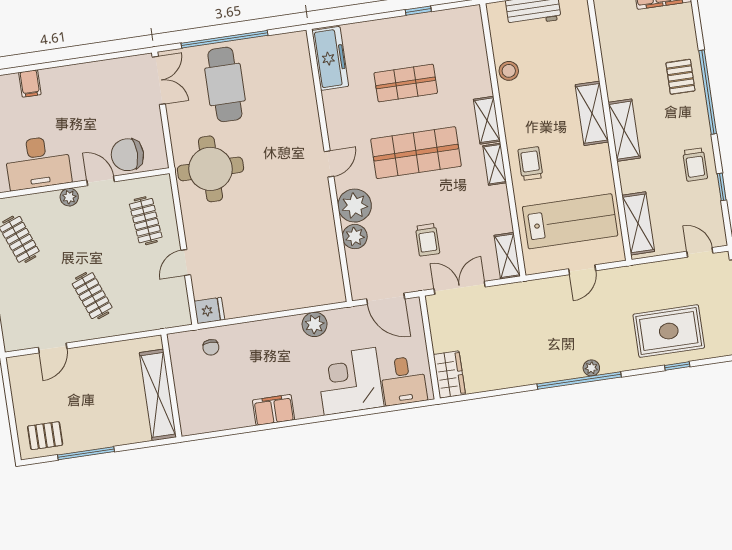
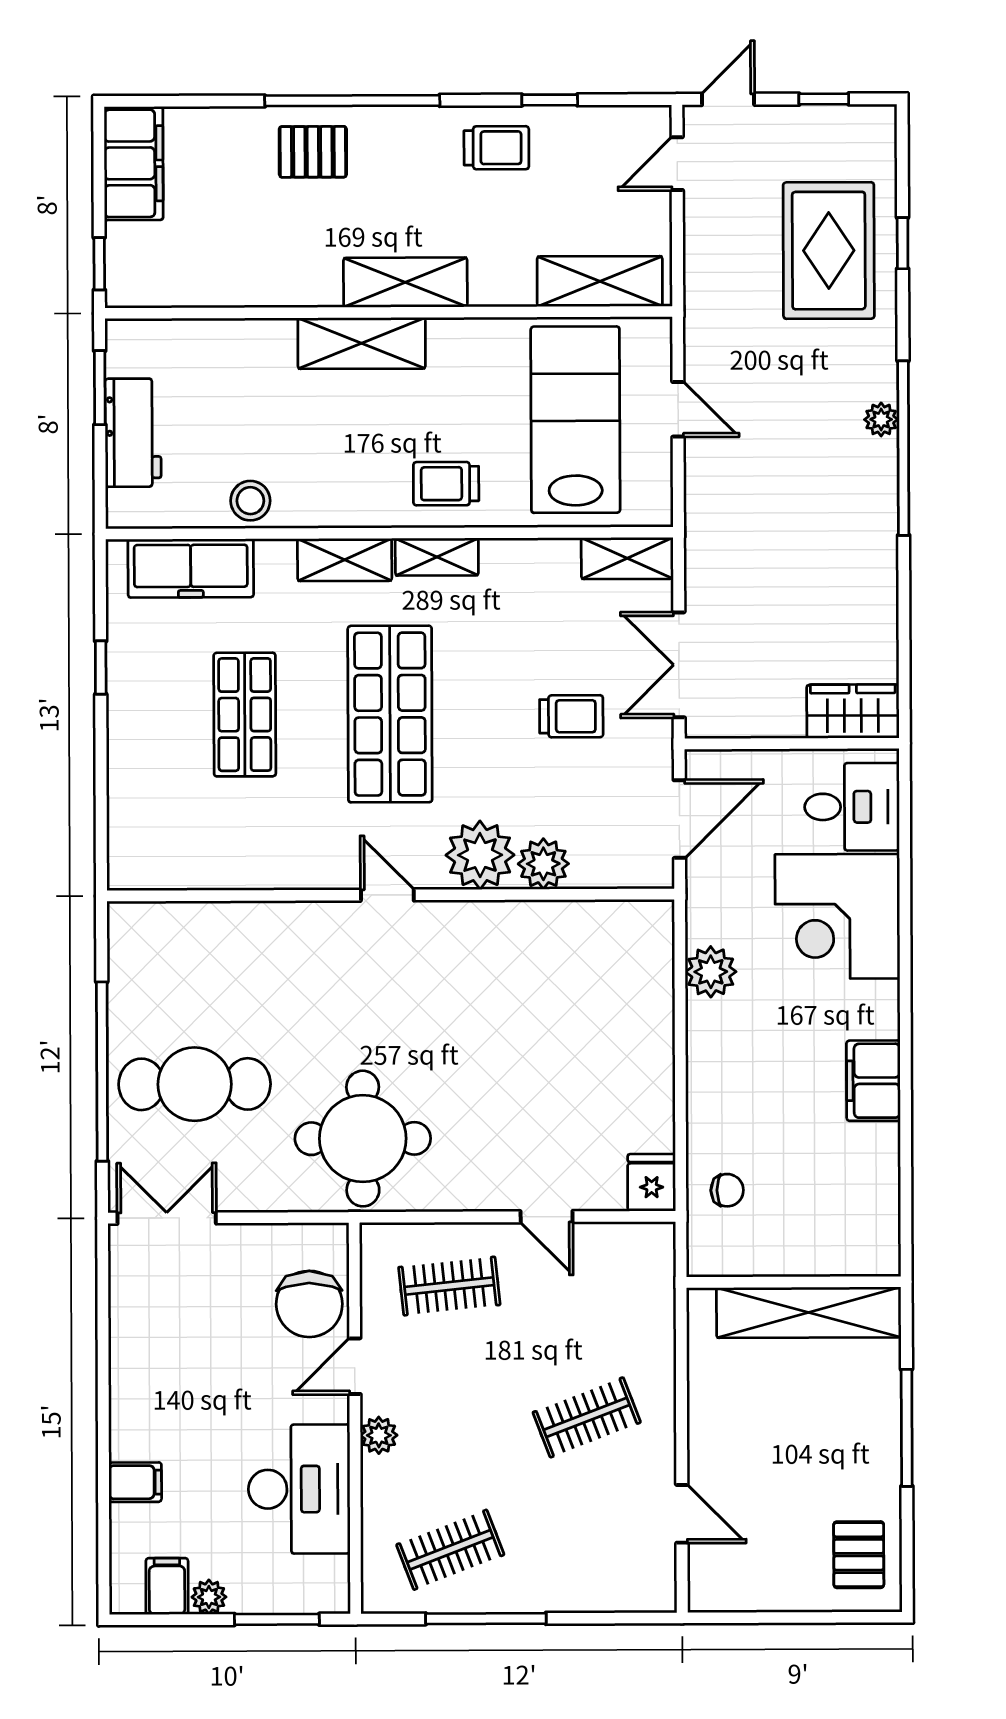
freezer: (330, 58) -> (191, 568), moved, turned 180
window: (86, 453) -> (907, 1428), moved

